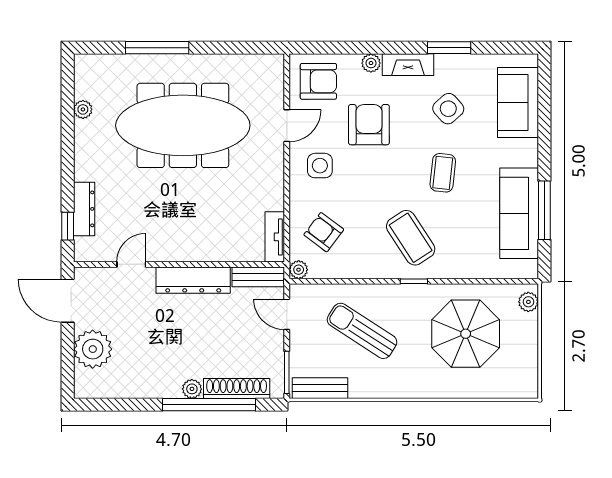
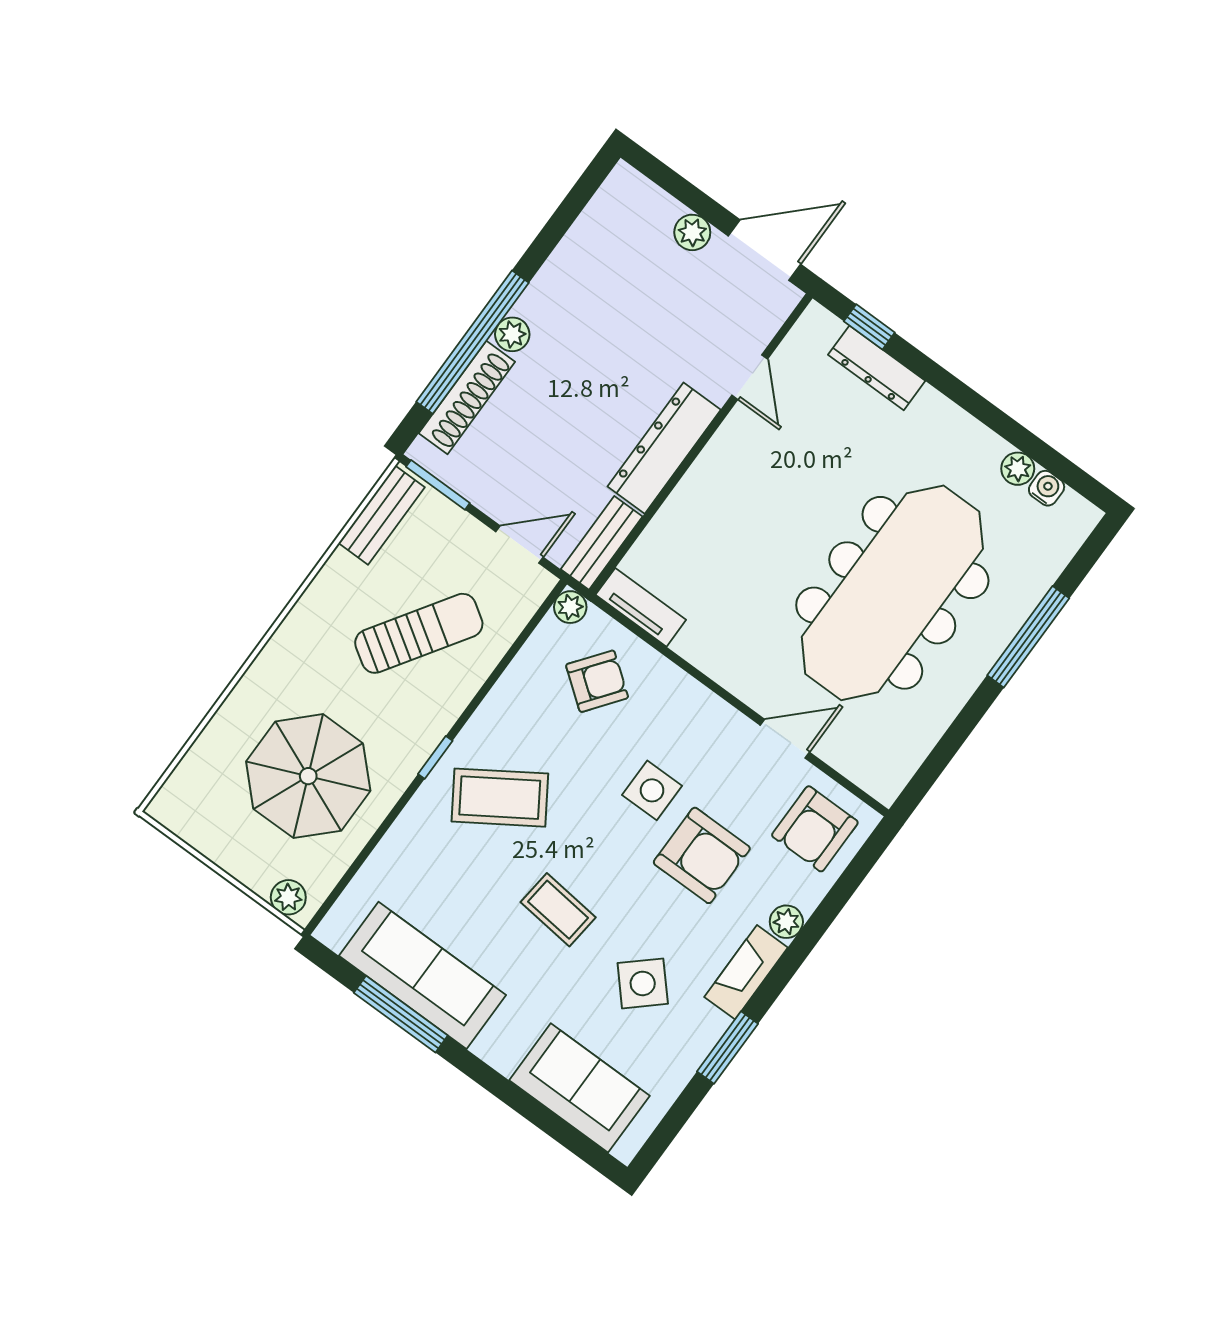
water cooler: (82, 89) -> (1047, 488), added
door: (287, 126) -> (785, 739), swing flipped
side table: (320, 166) -> (652, 790), moved
plant: (93, 349) -> (692, 232), width x0.53, depth x0.53

